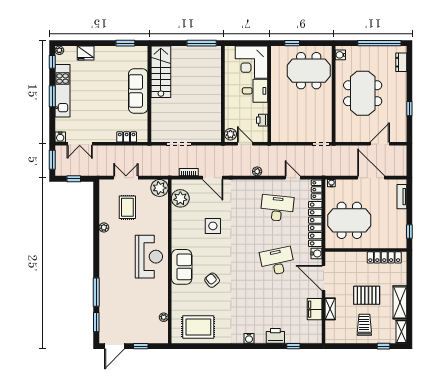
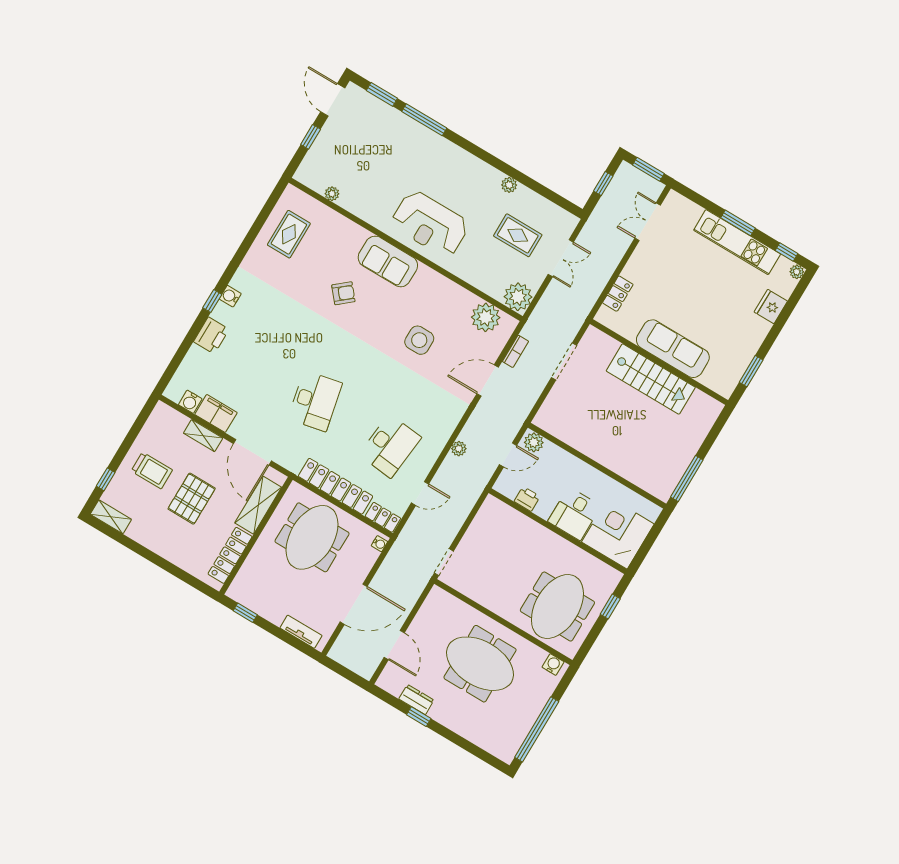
dresser: (401, 62) -> (416, 700), moved
stairs: (161, 72) -> (651, 379), moved
water cooler: (60, 137) -> (674, 200), removed
water cooler: (317, 254) -> (190, 402), moved
door: (324, 278) -> (252, 452), swing flipped
shelving: (400, 302) -> (258, 505), moved, turned 90
rug: (198, 327) -> (289, 234), width x0.73, depth x0.70
window: (293, 346) -> (212, 301), moved

